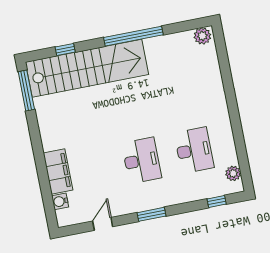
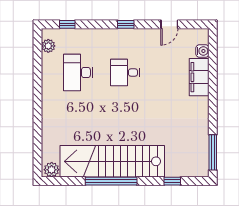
stairs: (87, 68) -> (112, 161), moved
desk: (142, 160) -> (125, 72), width x0.73
window: (151, 214) -> (126, 24), width x0.67

